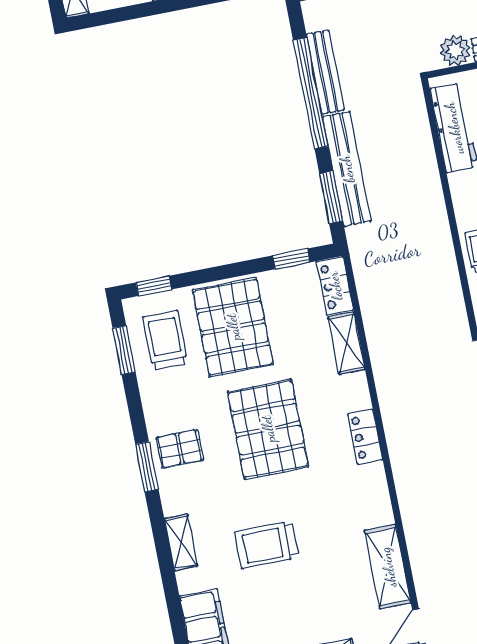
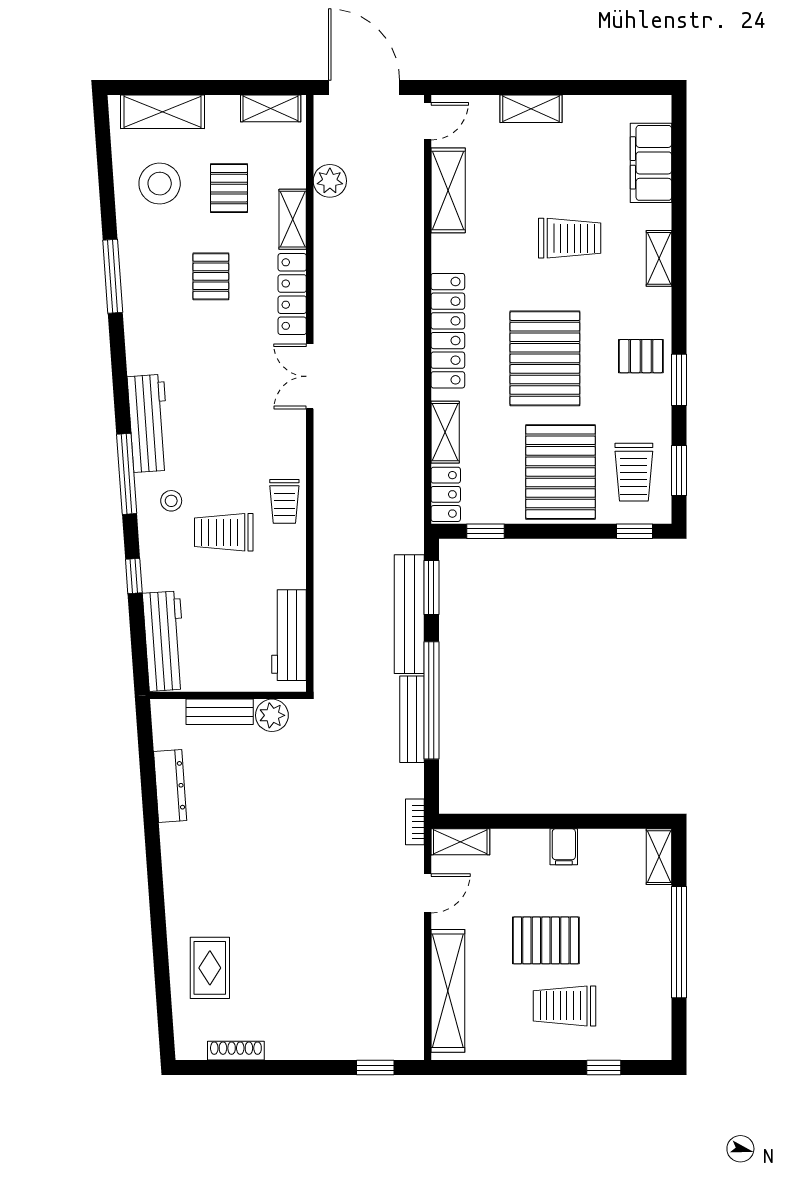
locker: (365, 437) -> (448, 331), width x2.16, depth x1.21
window: (147, 467) -> (679, 380), moved

